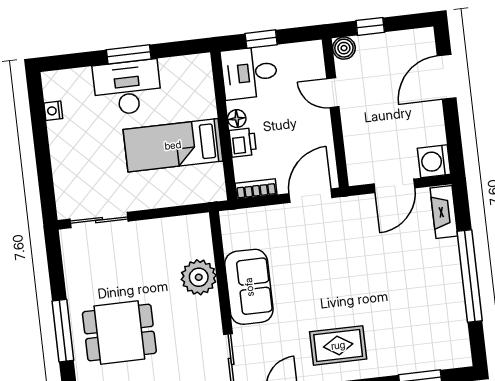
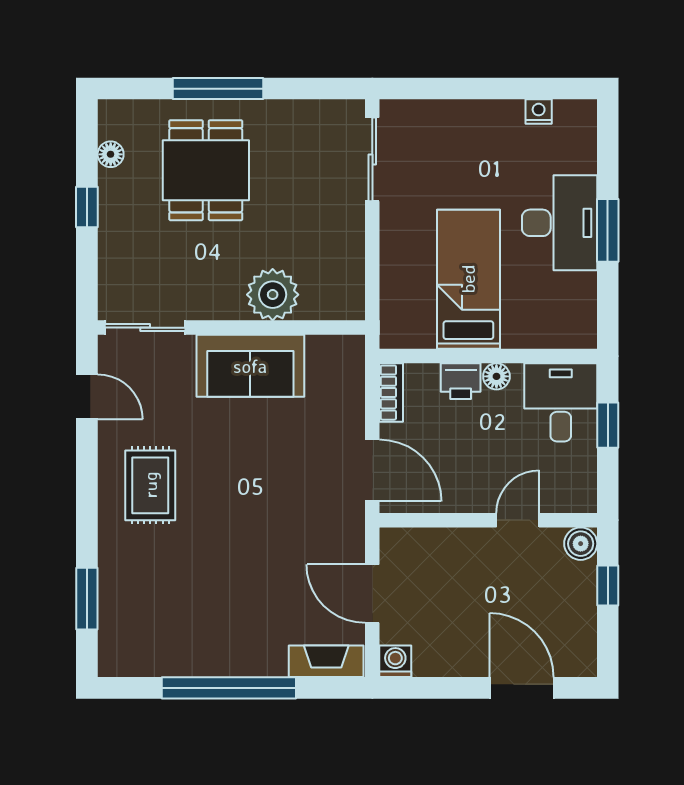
washing machine: (434, 161) -> (395, 661), width x0.73, depth x0.73

